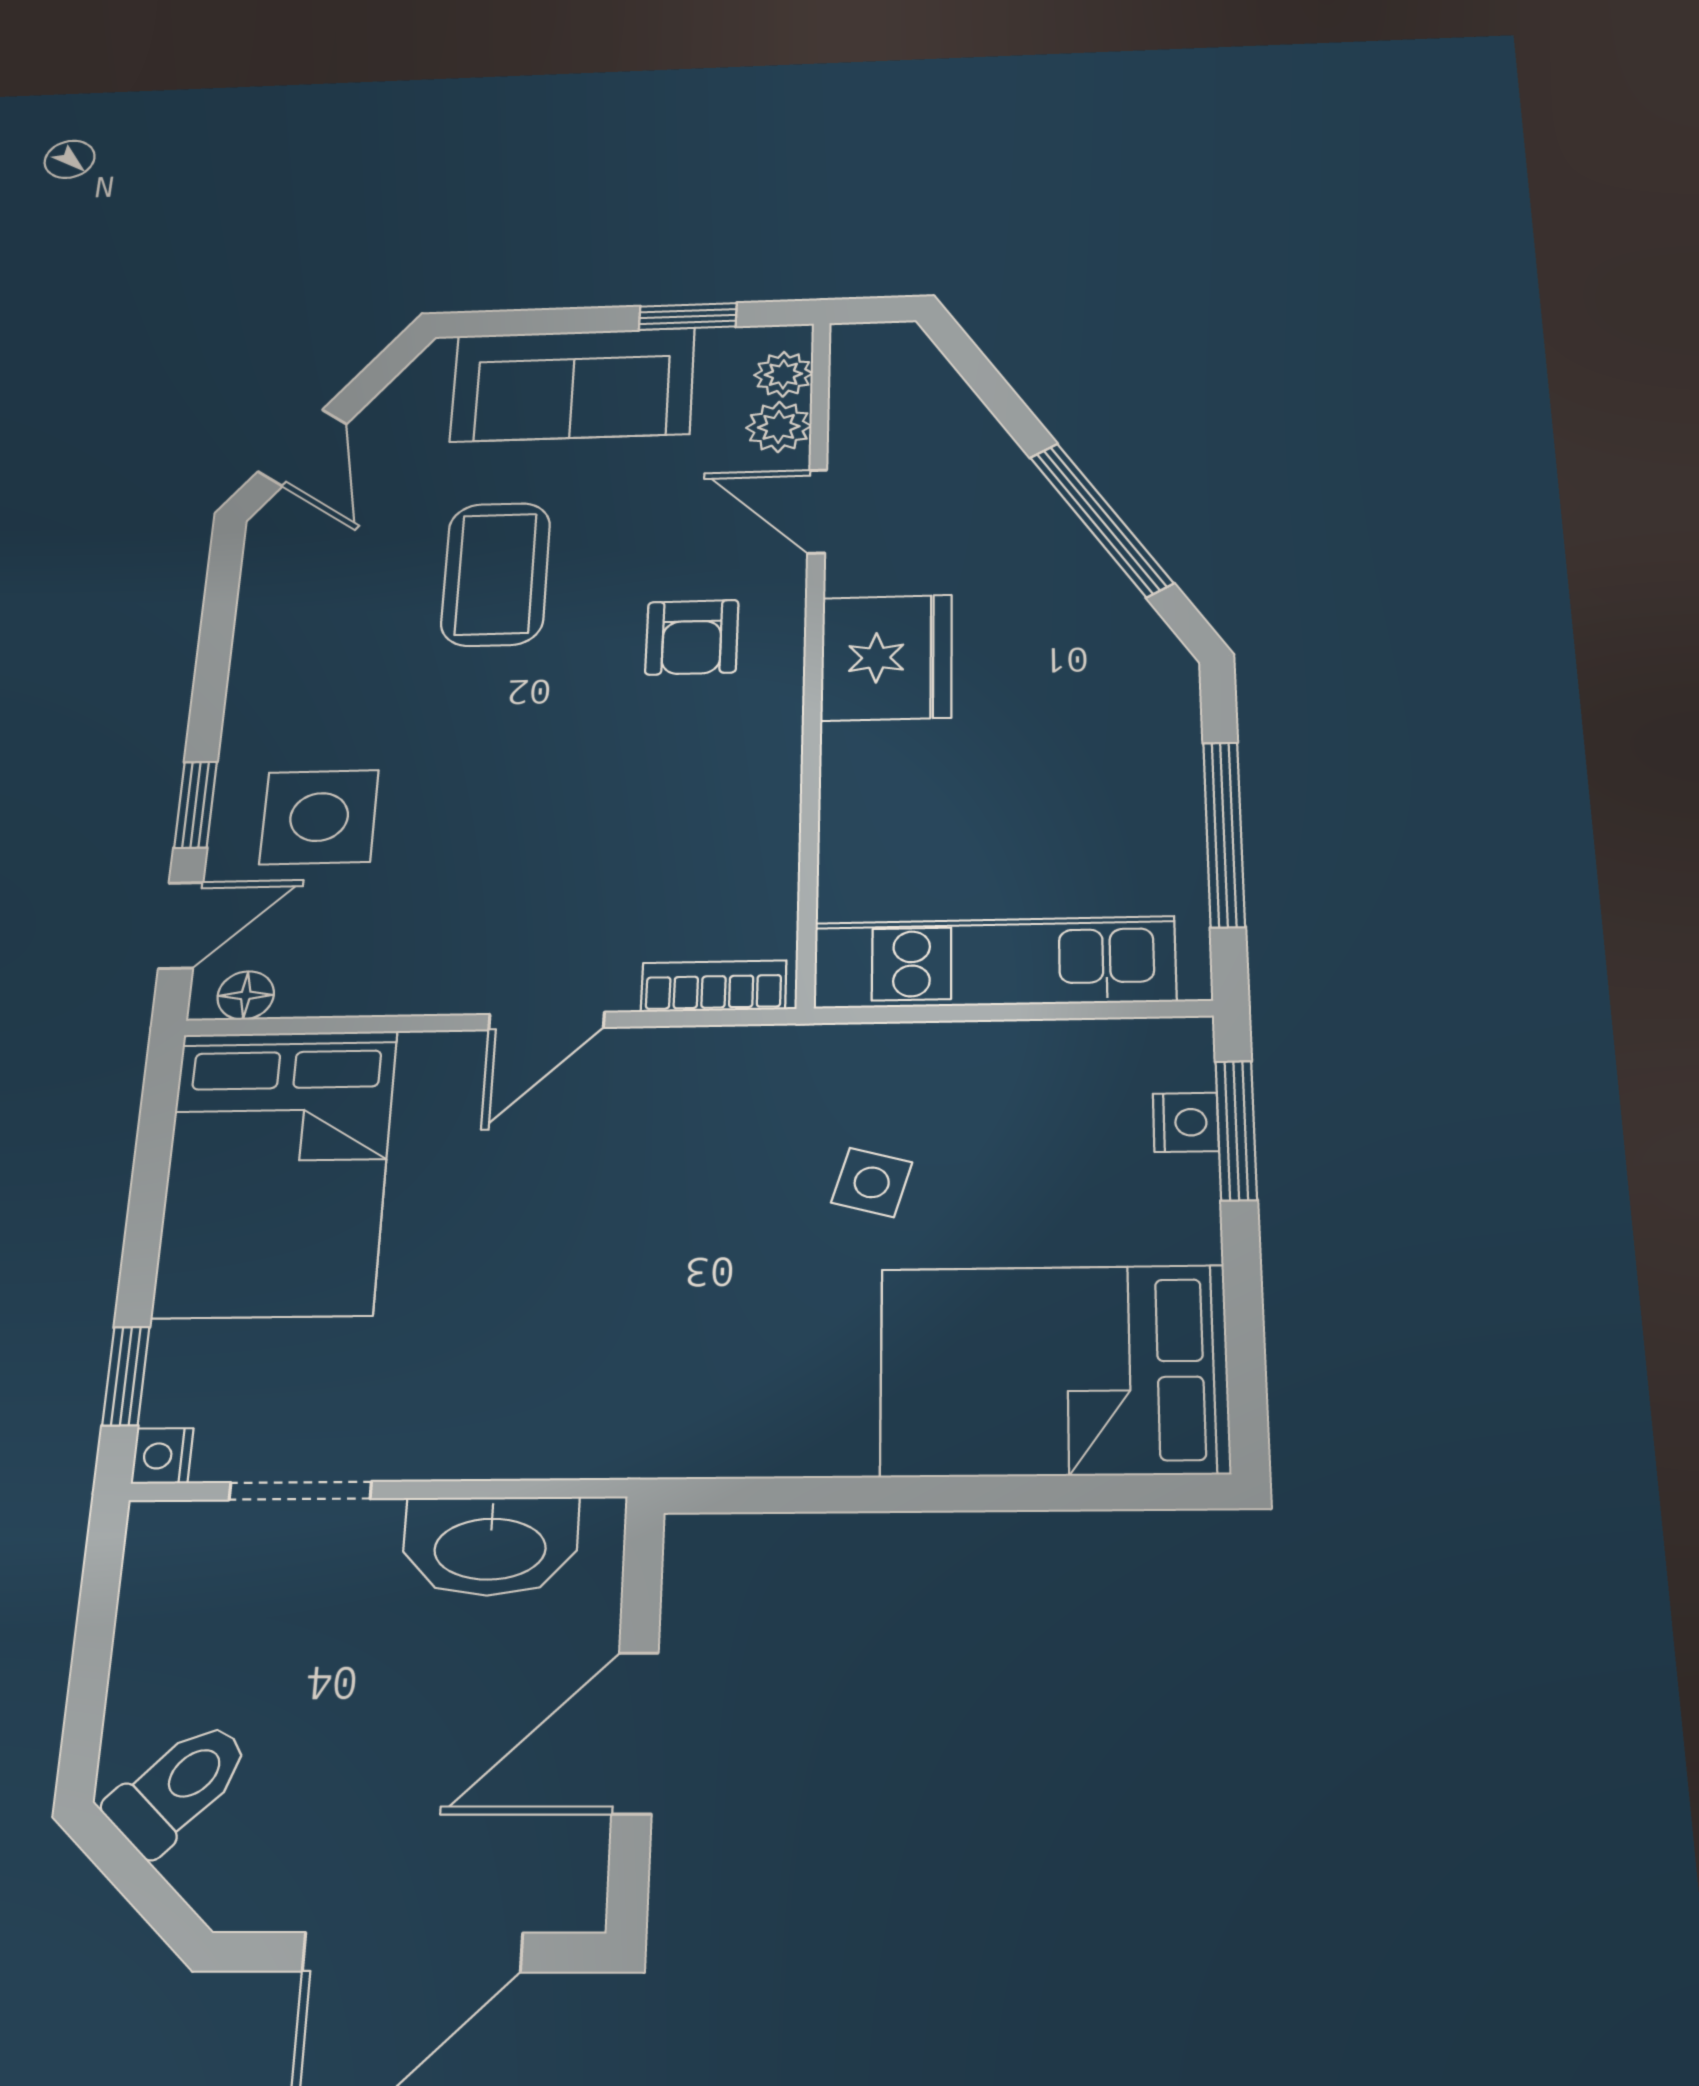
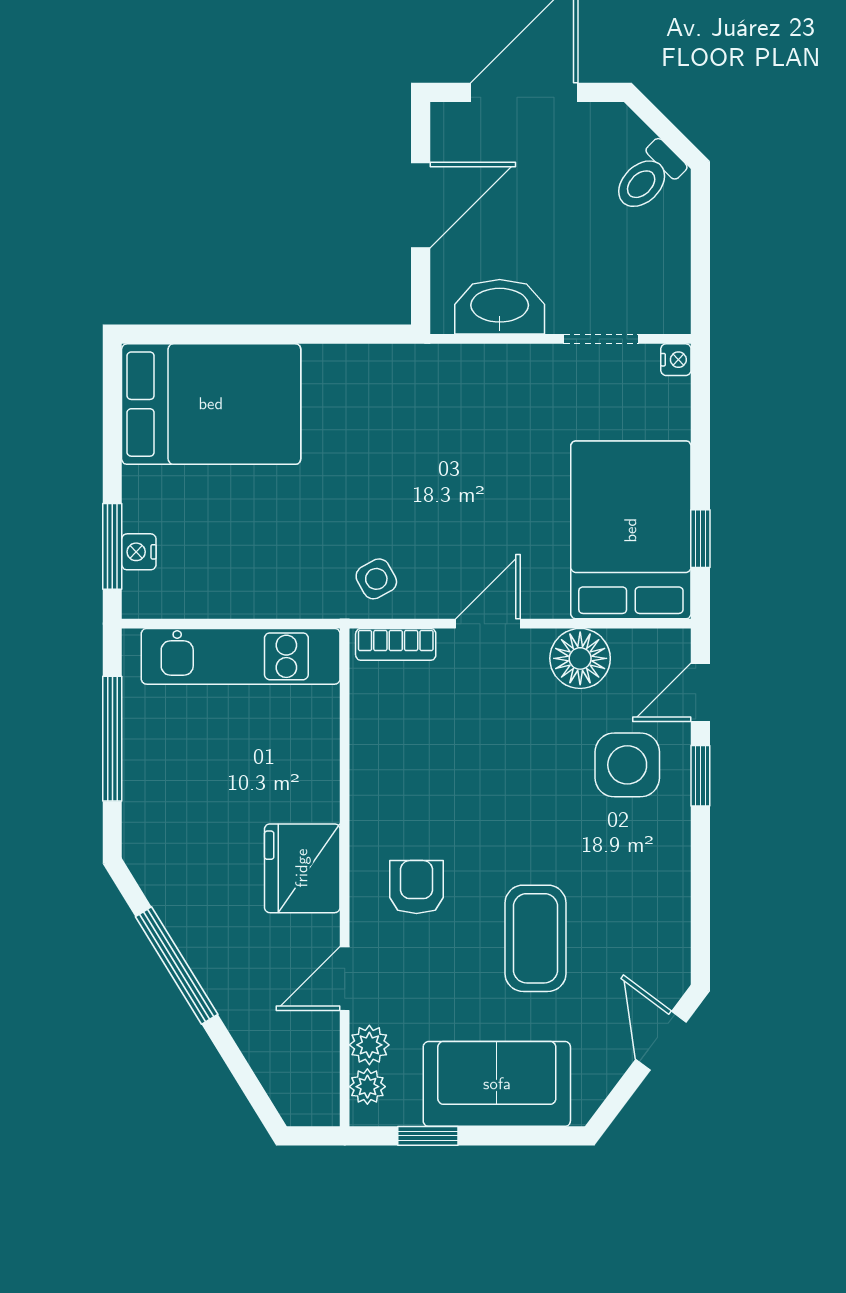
door: (817, 511) -> (345, 978), swing flipped
floor lamp: (246, 995) -> (580, 658), moved, width x1.89, depth x1.89
side table: (872, 1182) -> (376, 579), moved, turned 45
window: (126, 1376) -> (700, 539), moved

